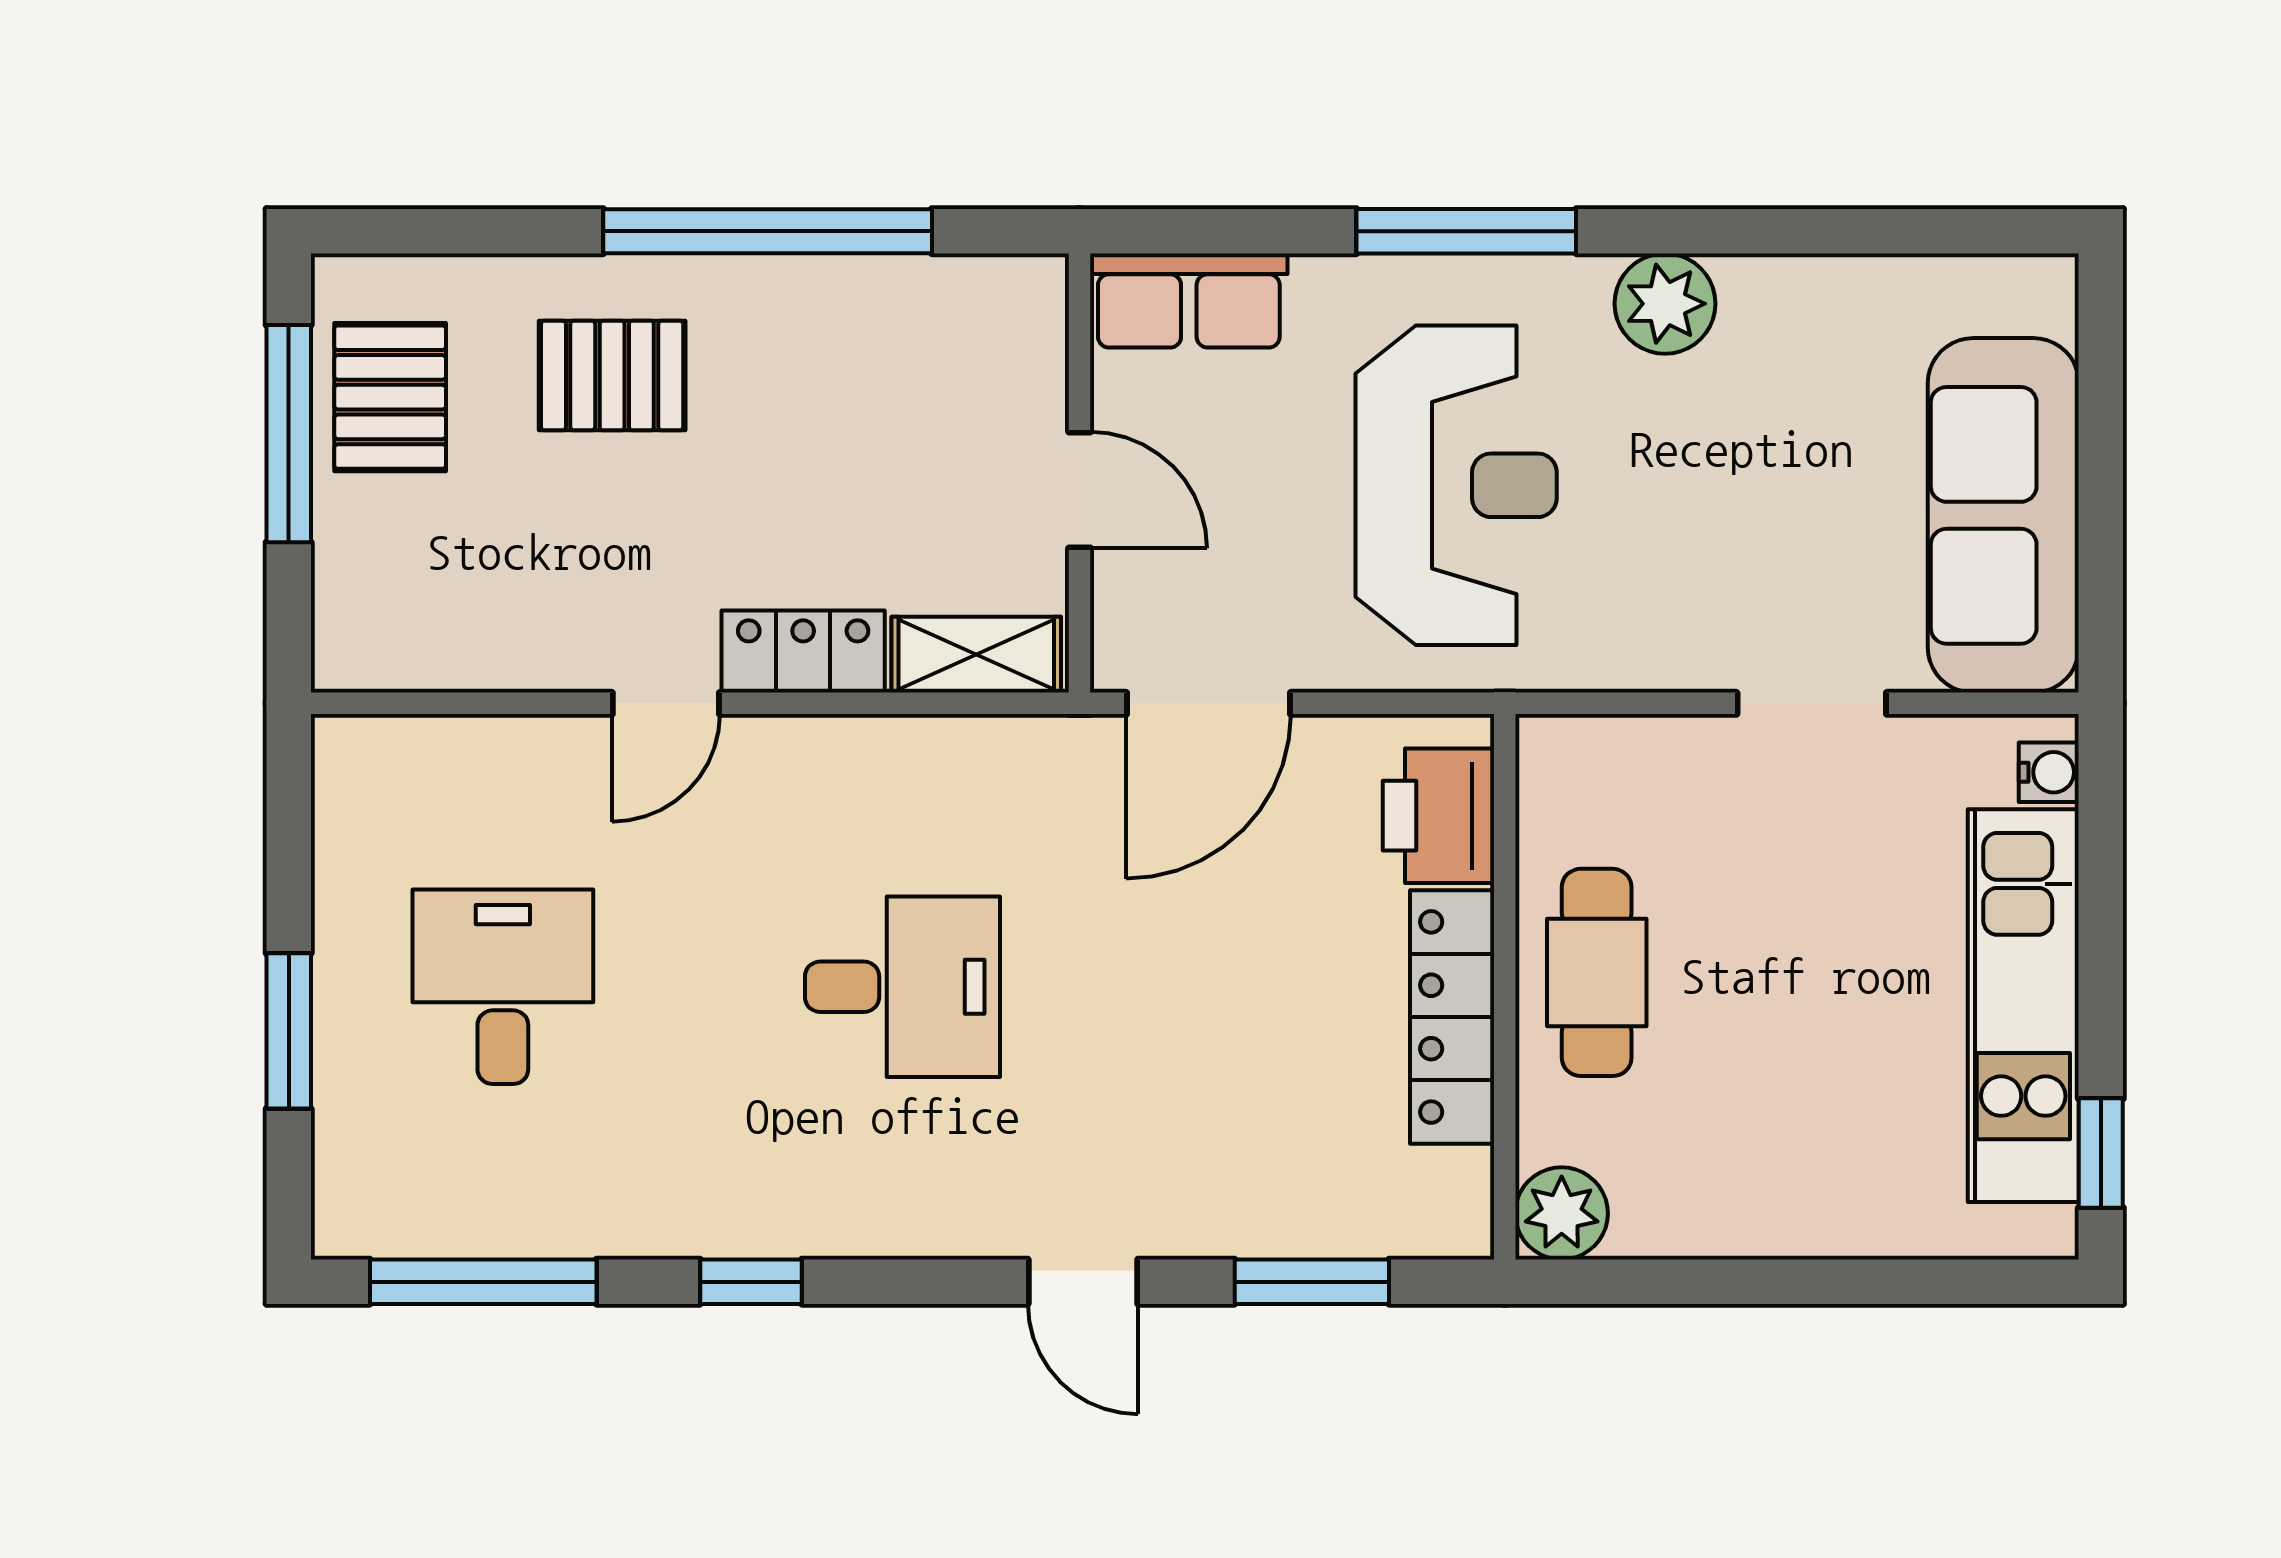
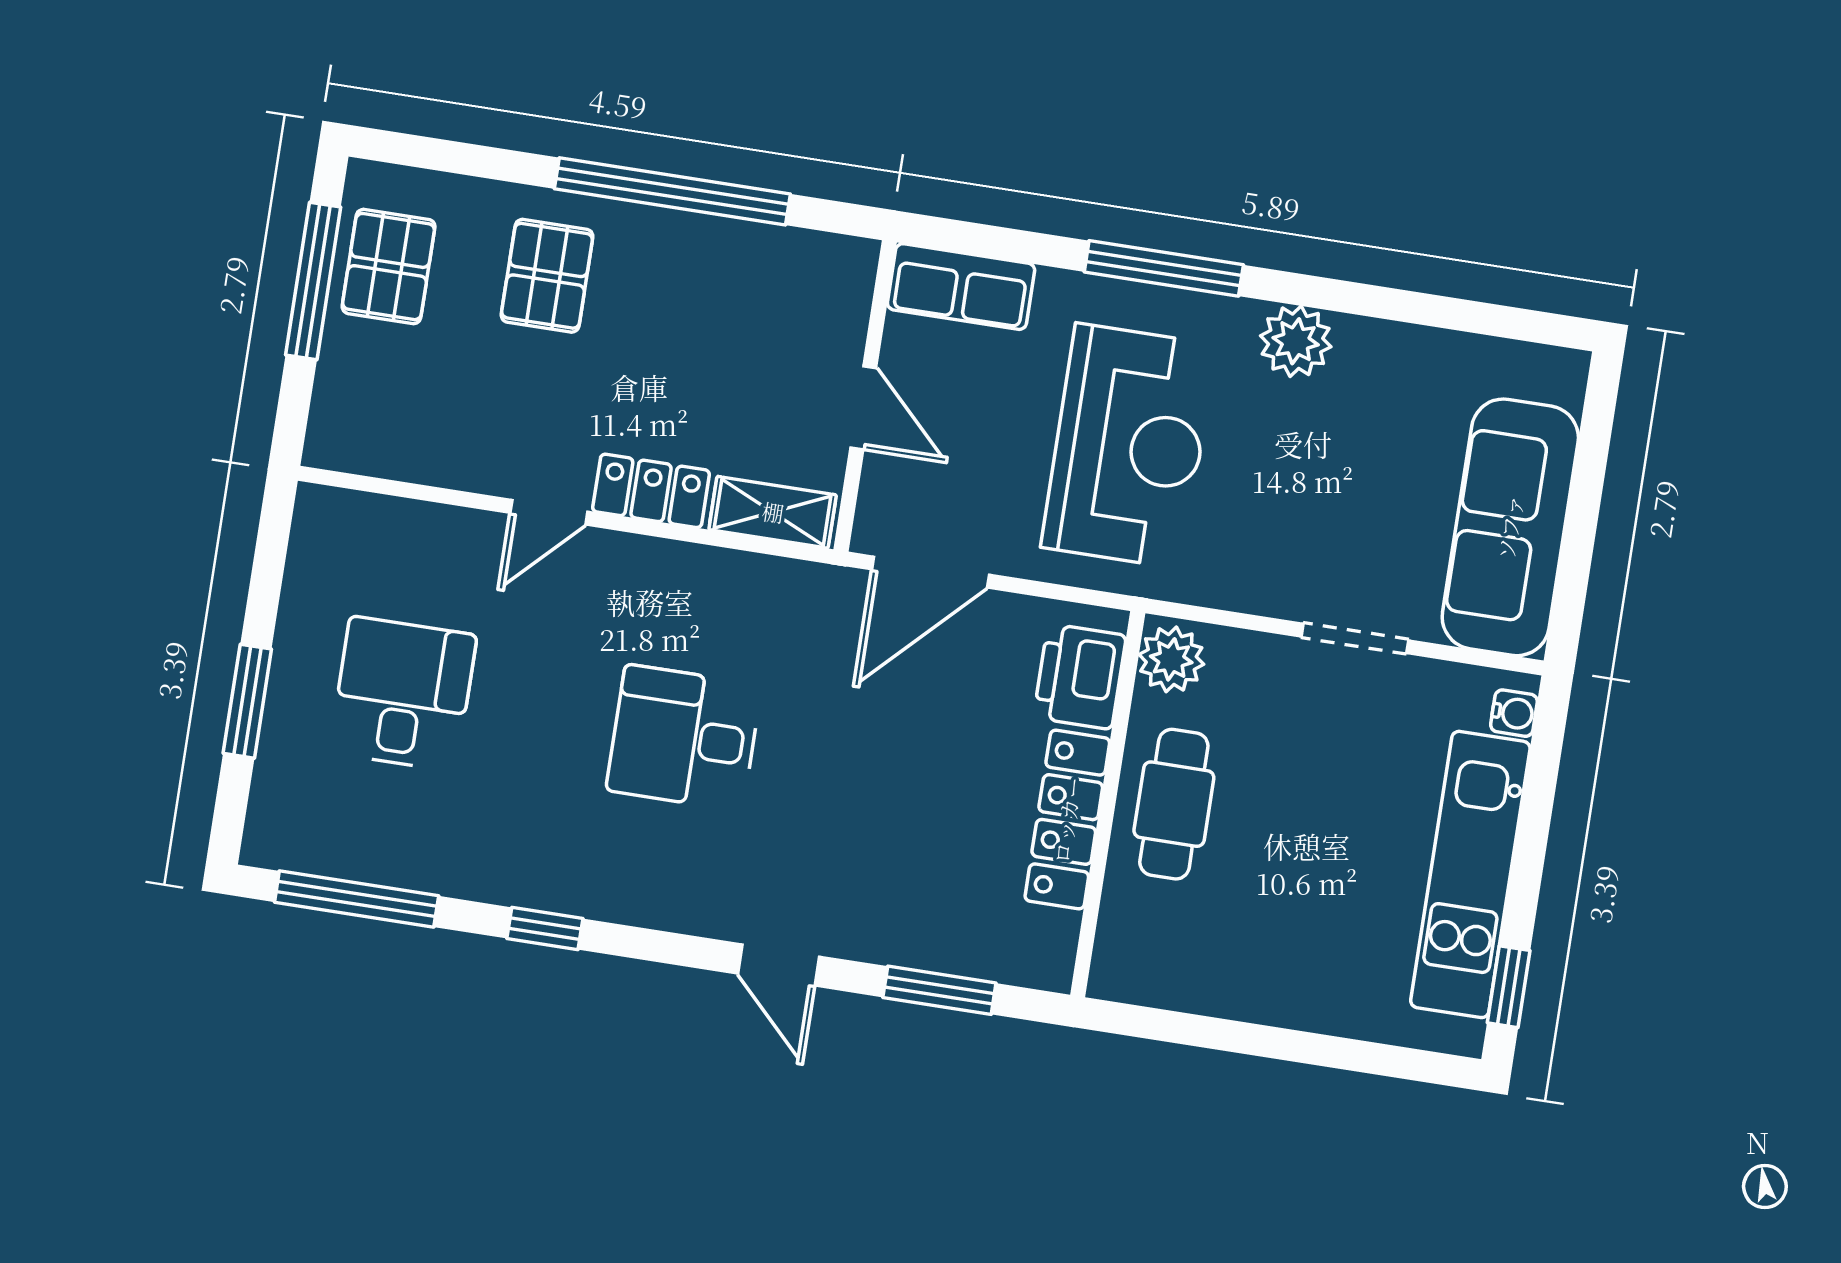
pallet: (612, 375) -> (547, 276), turned 90
desk: (902, 987) -> (684, 738), turned 180
plant: (1562, 1213) -> (1171, 659), moved

